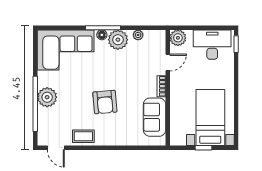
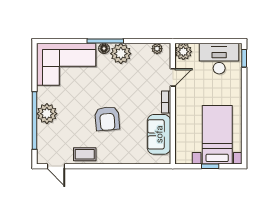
plant: (138, 35) -> (157, 49), moved

